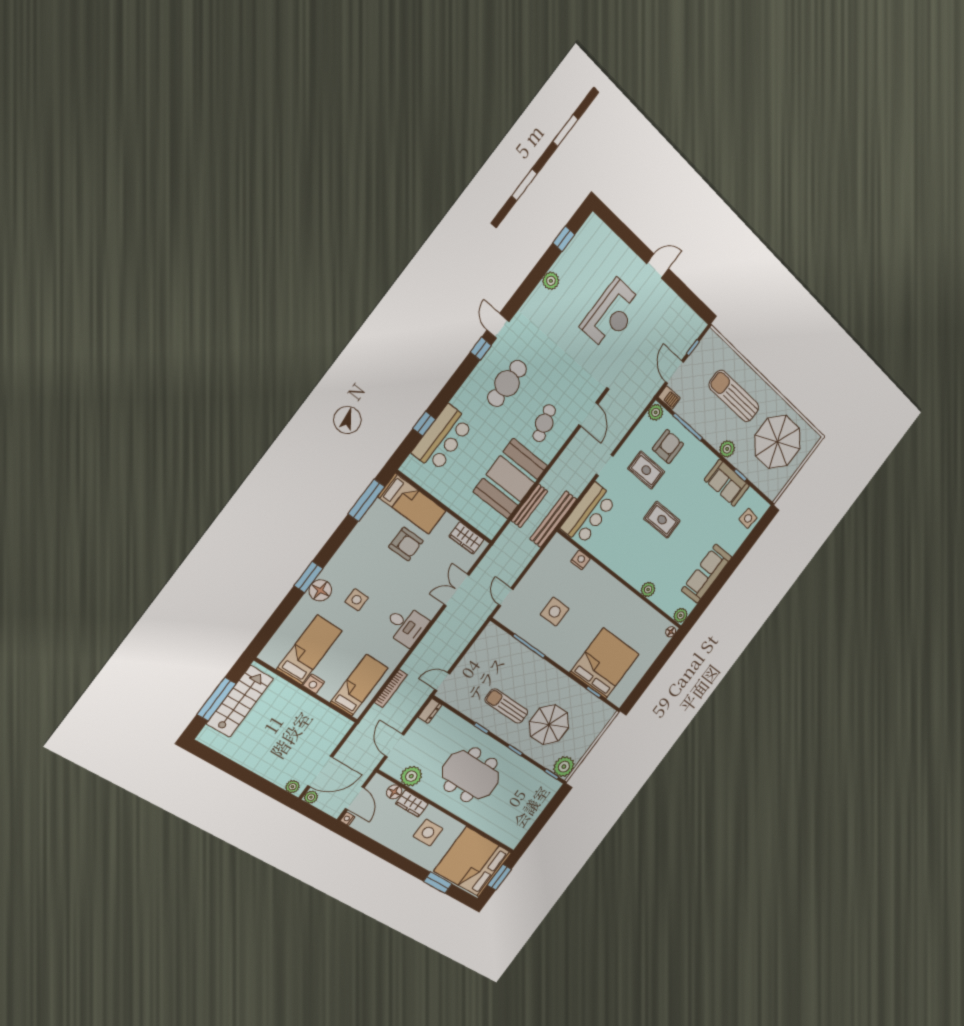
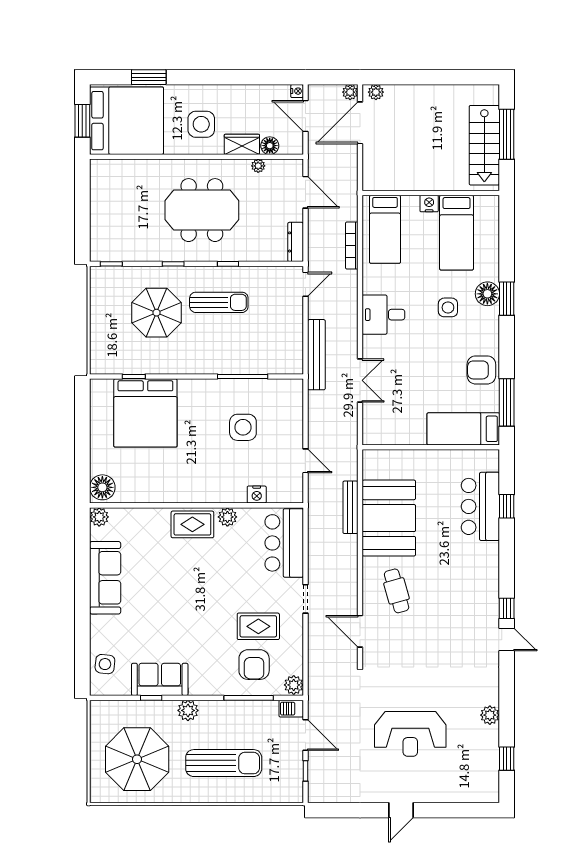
reception desk: (612, 314) -> (410, 734), turned -90
cafe table: (507, 383) -> (459, 598), removed
bench: (553, 519) -> (316, 355), moved
rug: (662, 520) -> (192, 524), moved
wardrobe: (466, 538) -> (388, 435), removed
armchair: (406, 544) -> (481, 370), moved
plant: (648, 590) -> (227, 517), moved
door: (506, 597) -> (305, 461), moved
floor lamp: (671, 632) -> (102, 487), width x1.89, depth x1.89
dresser: (430, 711) -> (296, 242), width x1.44
plant: (564, 767) -> (104, 280), removed
plant: (411, 776) -> (258, 166), width x0.53, depth x0.53

